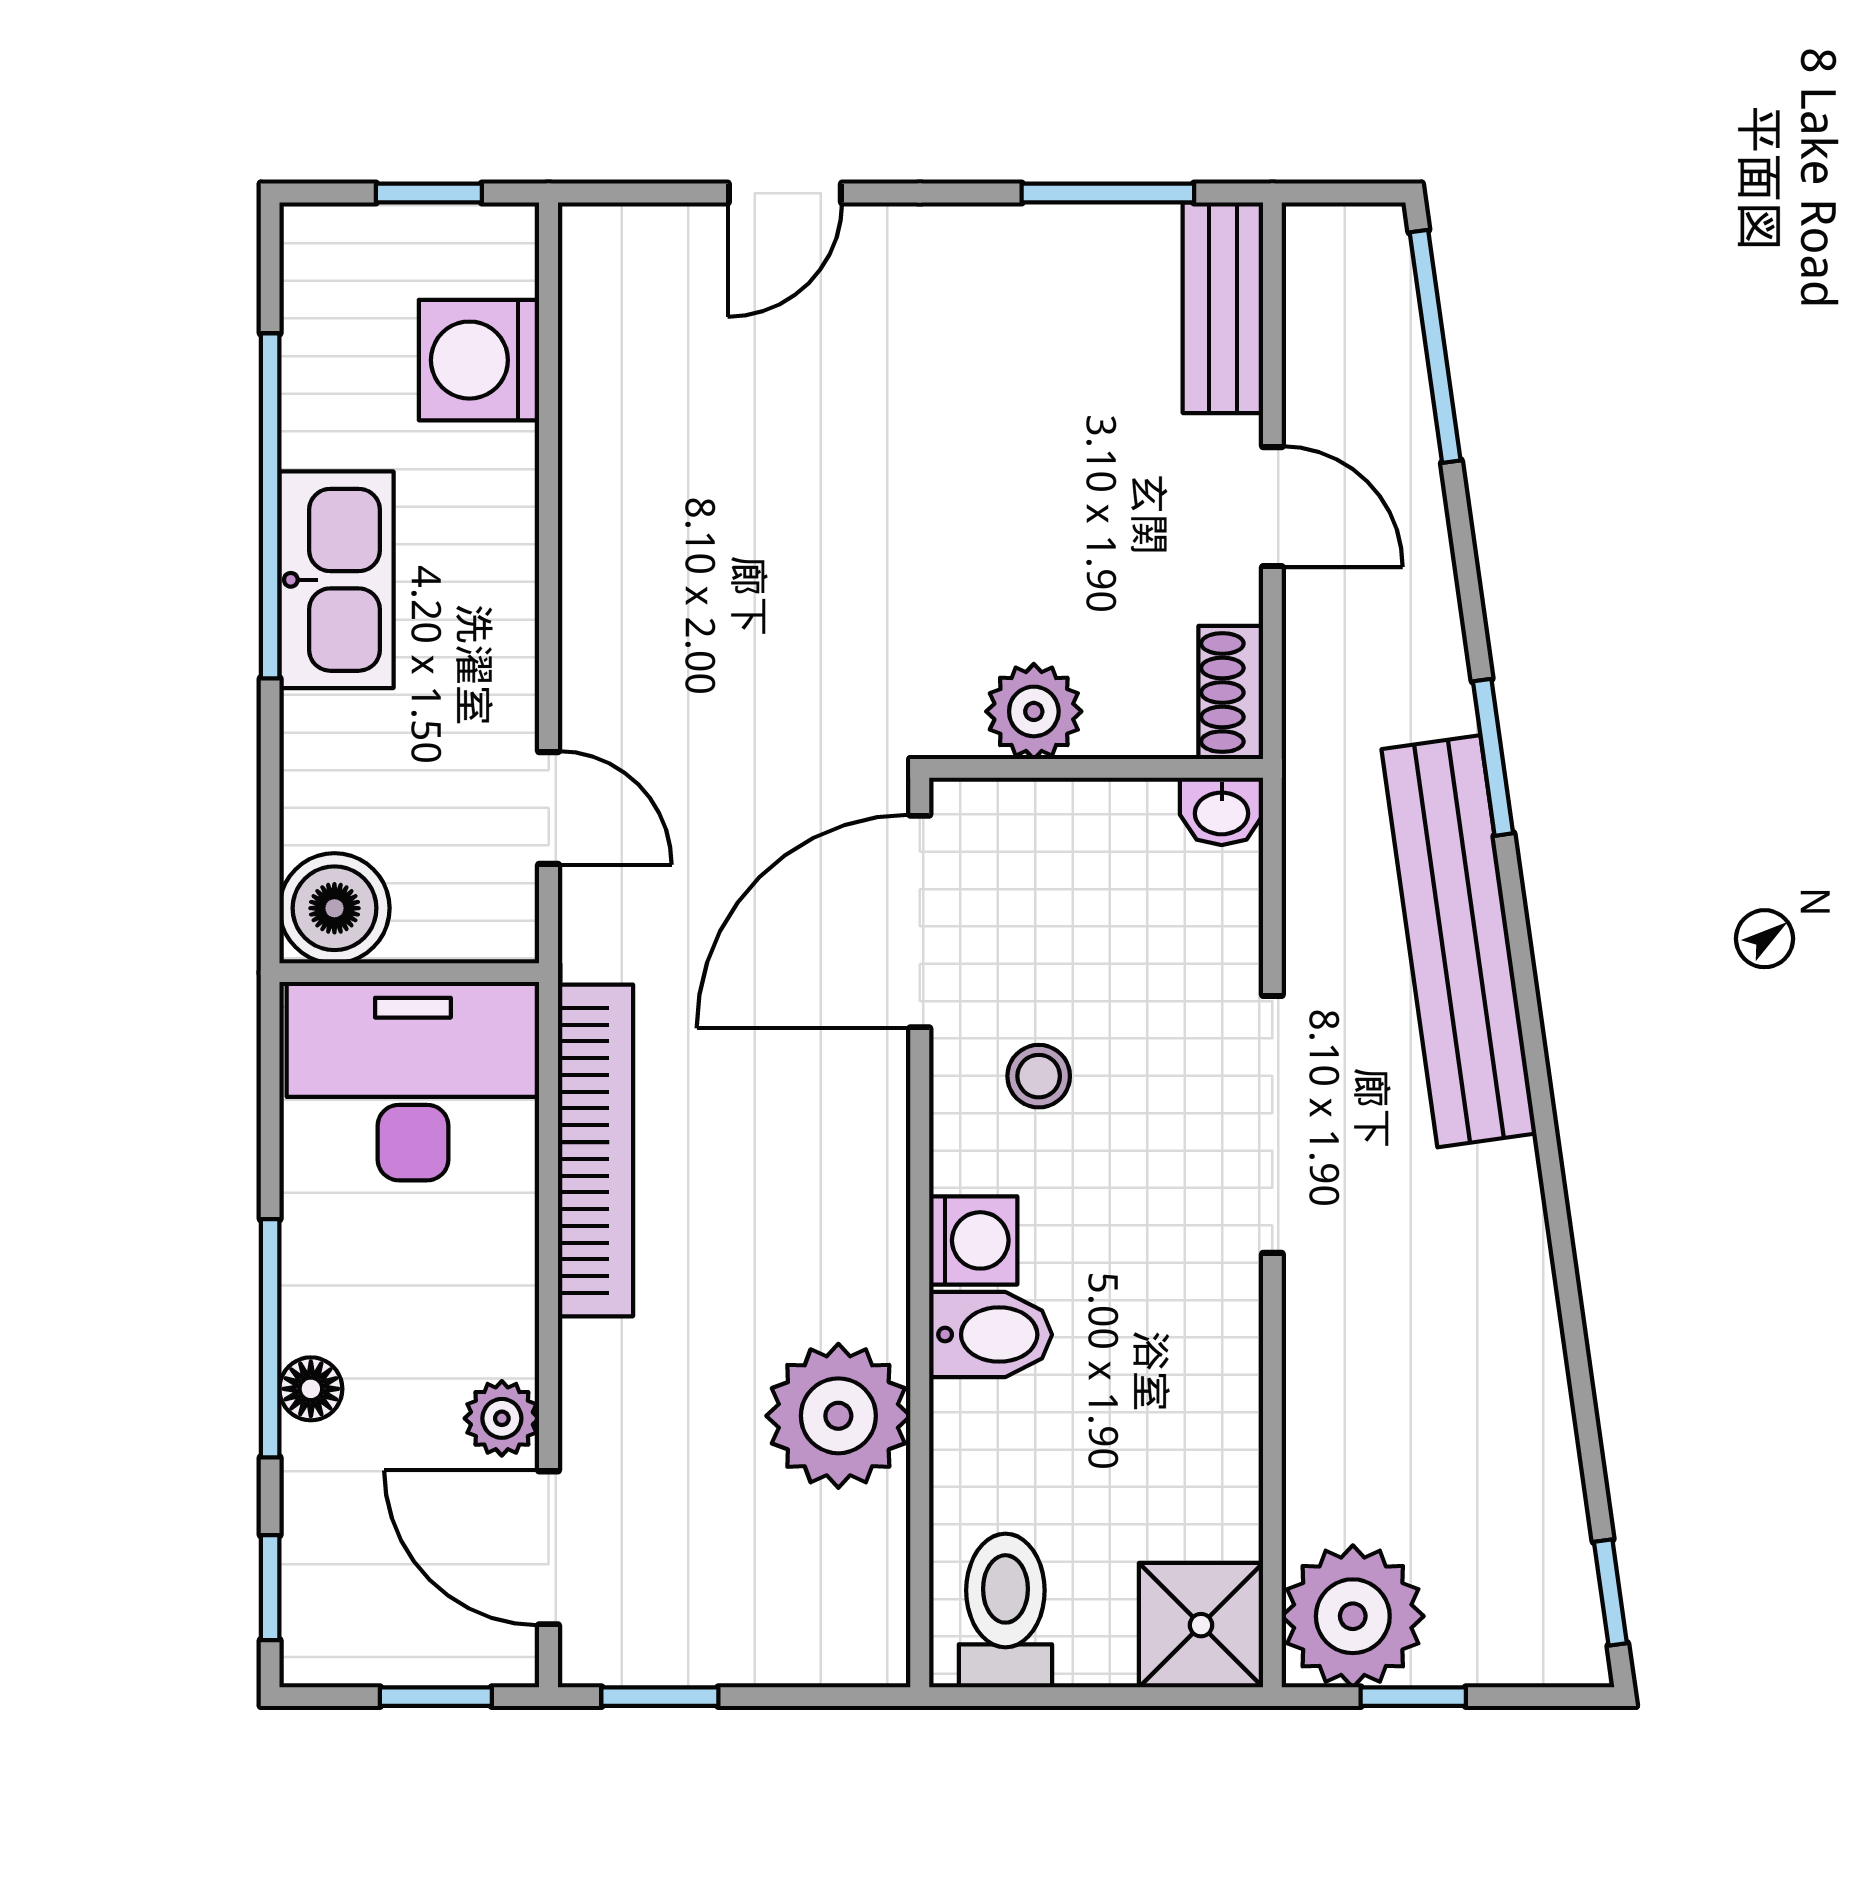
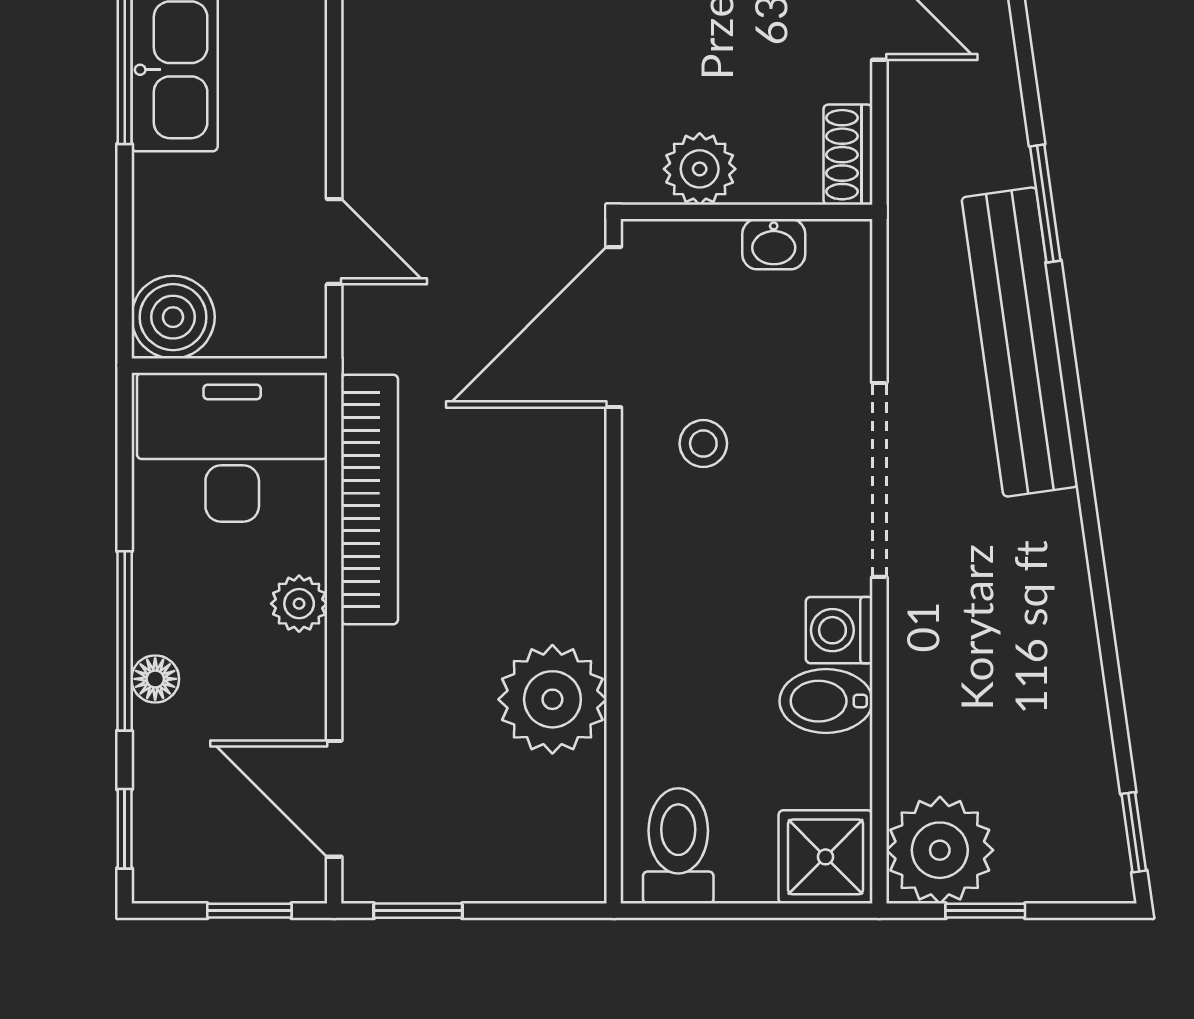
washbasin: (1222, 811) -> (774, 244), moved
washing machine: (973, 1240) -> (839, 630), moved, turned 180
bidet: (991, 1335) -> (826, 701), moved, turned 180
plant: (502, 1418) -> (299, 604), moved

